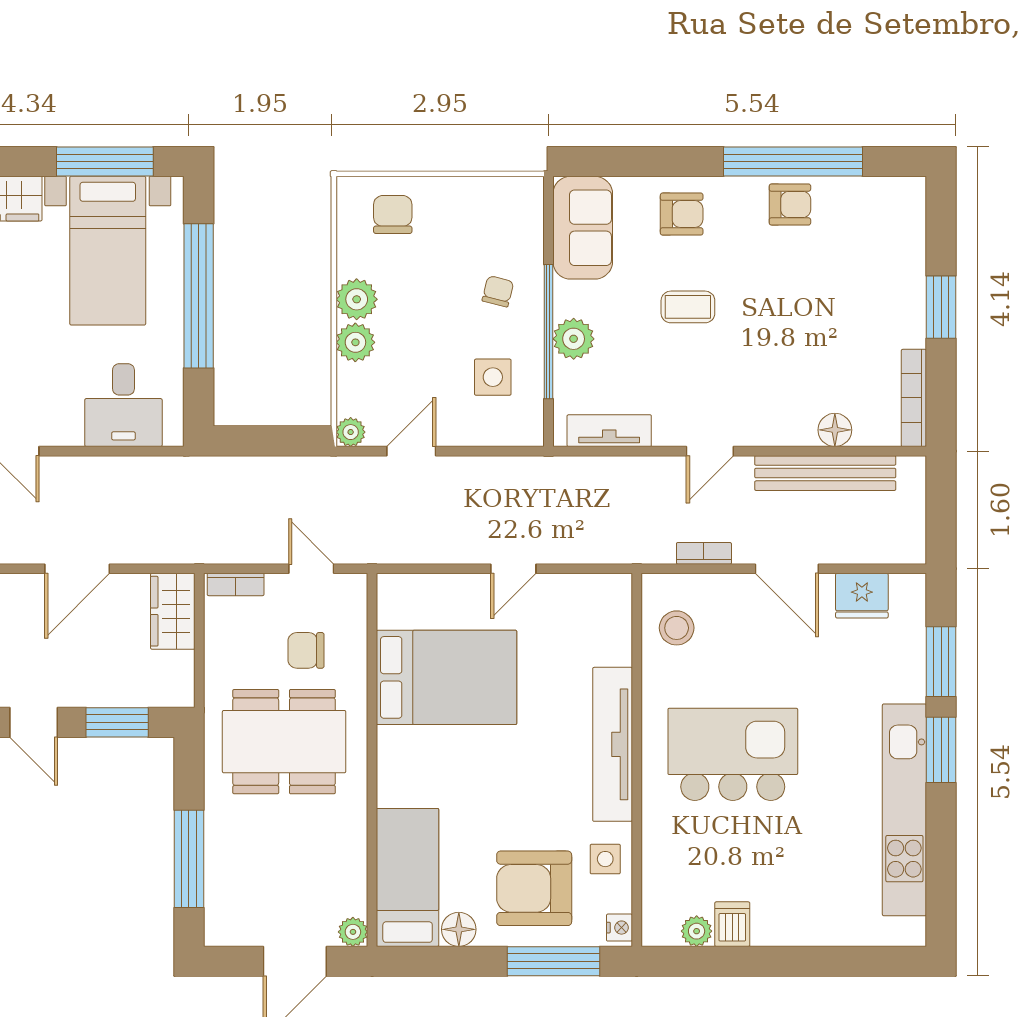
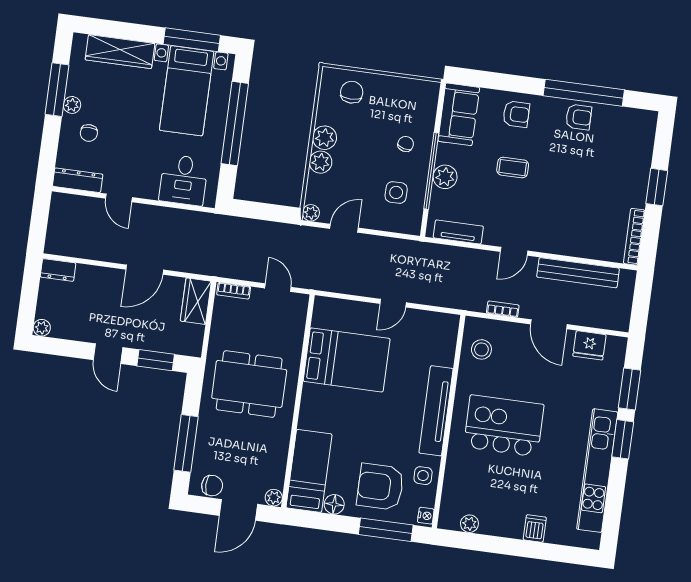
floor lamp: (835, 430) -> (587, 249), removed
chair: (306, 650) -> (212, 486), moved, turned 180
dishwasher: (732, 924) -> (535, 528), moved

